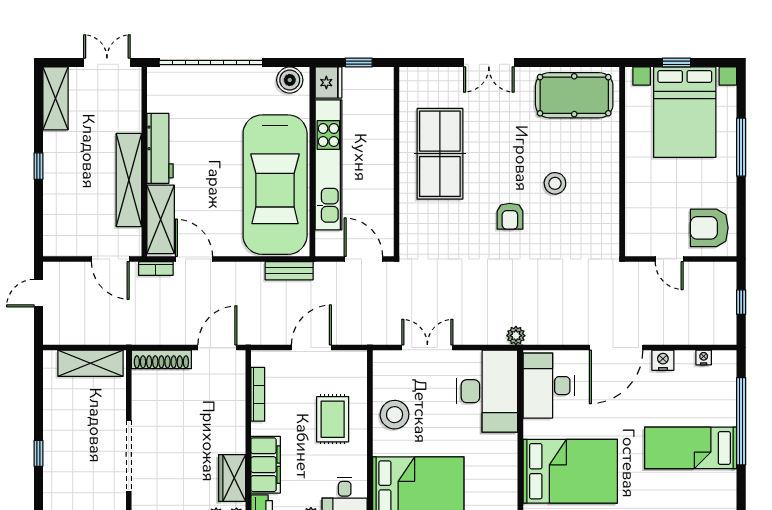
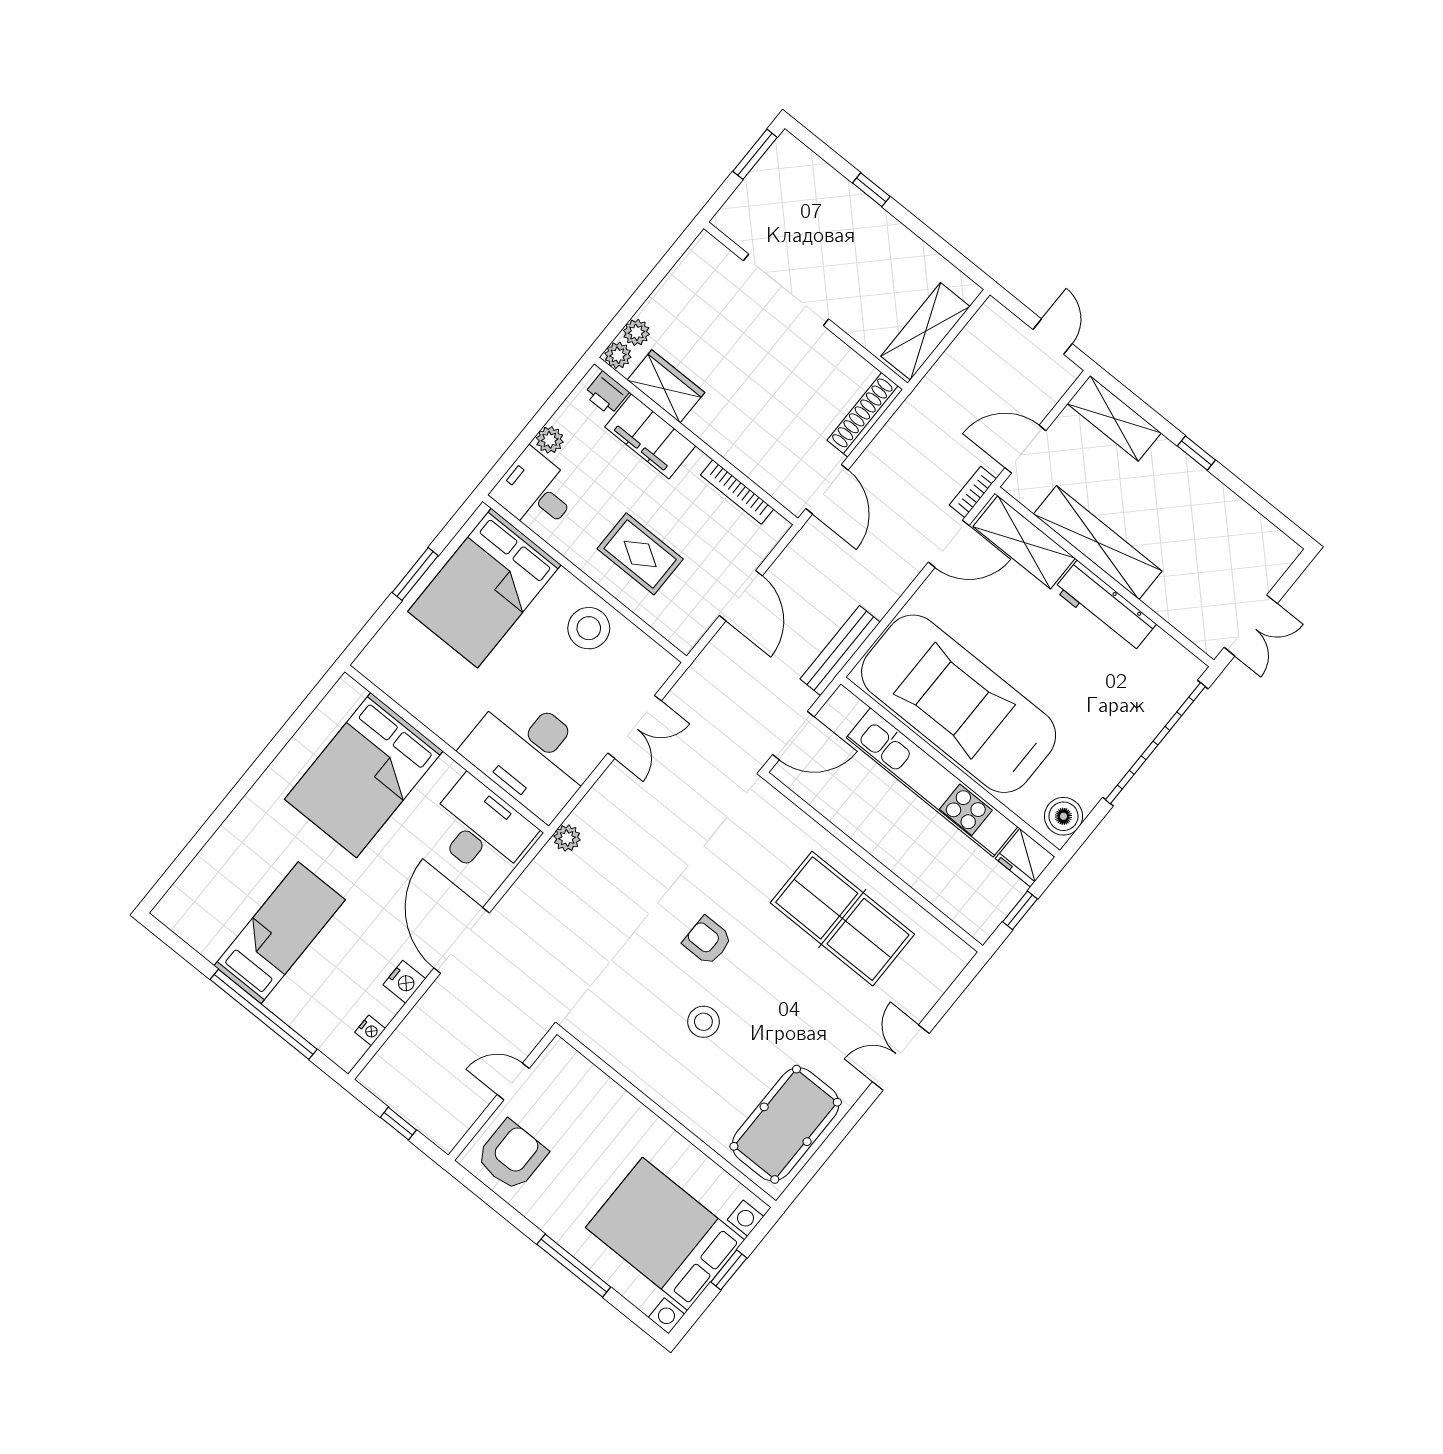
shelving: (55, 98) -> (1114, 418), moved
bench: (289, 271) -> (840, 651), width x1.36

